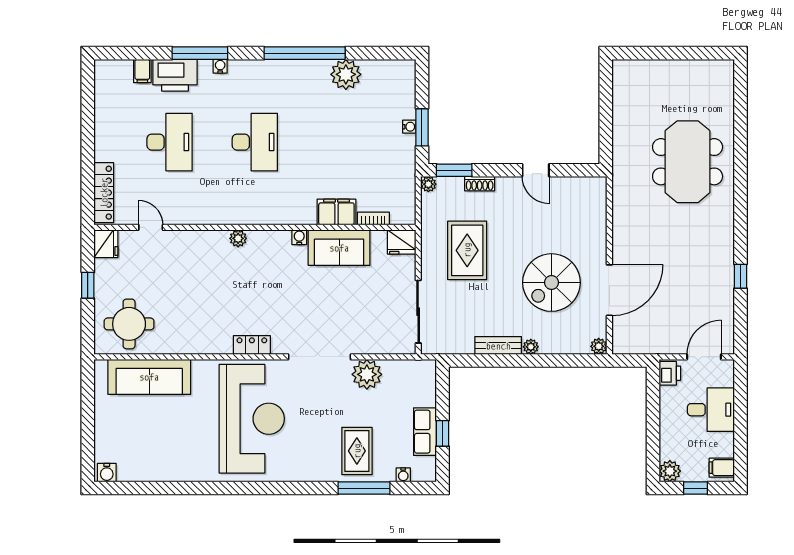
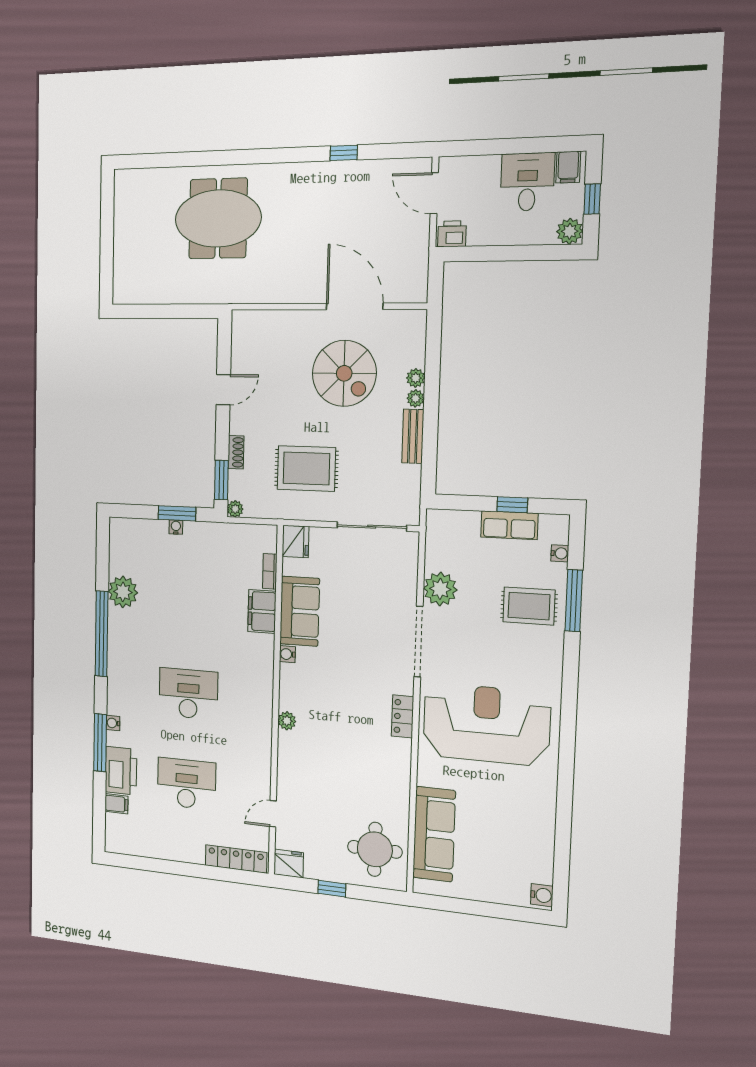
plant: (599, 346) -> (416, 378), moved
desk: (711, 410) -> (527, 182), moved

